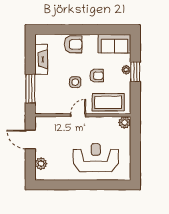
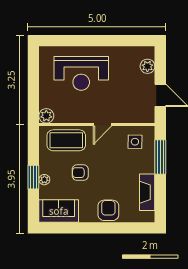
armchair: (73, 44) -> (108, 210), turned 90
side table: (75, 82) -> (135, 142), moved

